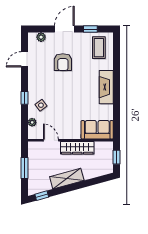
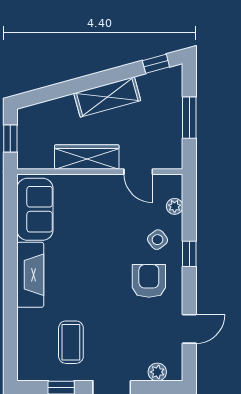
coffee table: (99, 48) -> (71, 342), moved
armchair: (63, 62) -> (149, 281), moved
sofa: (97, 130) -> (35, 209), moved, turned -90

